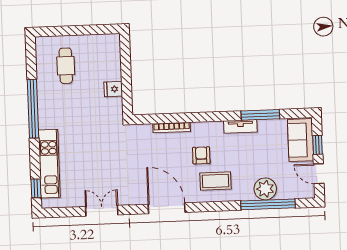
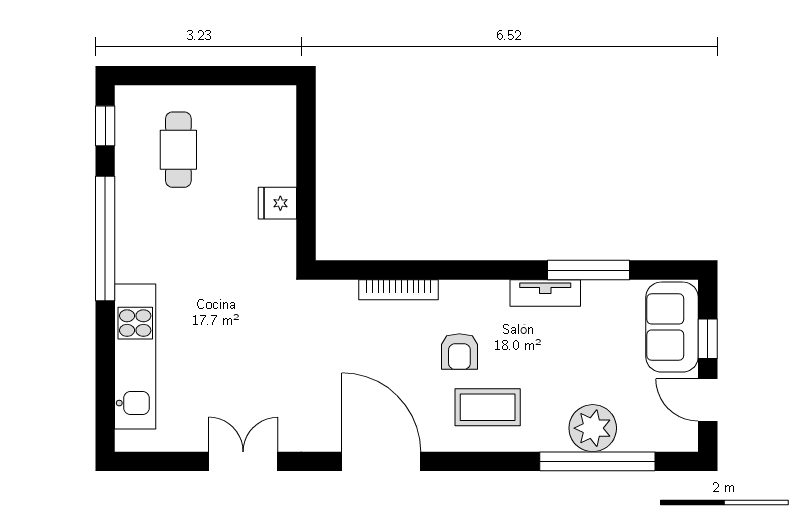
armchair: (201, 155) -> (459, 352), turned 180
window: (36, 188) -> (105, 126), moved

